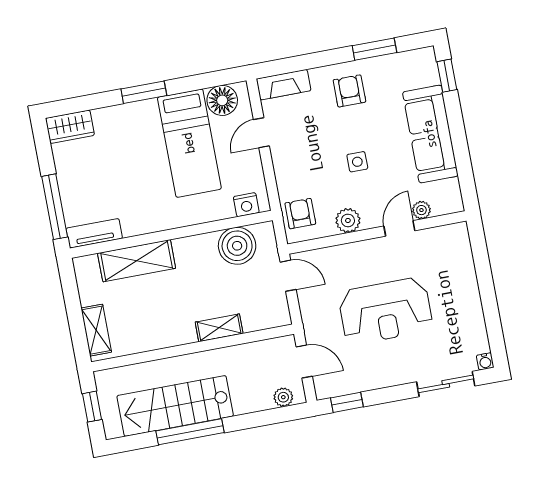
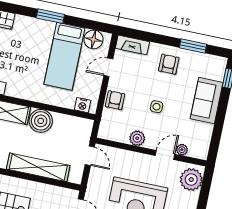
sofa: (430, 134) -> (207, 101), width x0.73
armchair: (300, 214) -> (115, 100), moved
boiler: (237, 246) -> (41, 121), moved
plant: (454, 249) -> (191, 180), added
shelving: (219, 328) -> (38, 167), width x2.20, depth x1.33

